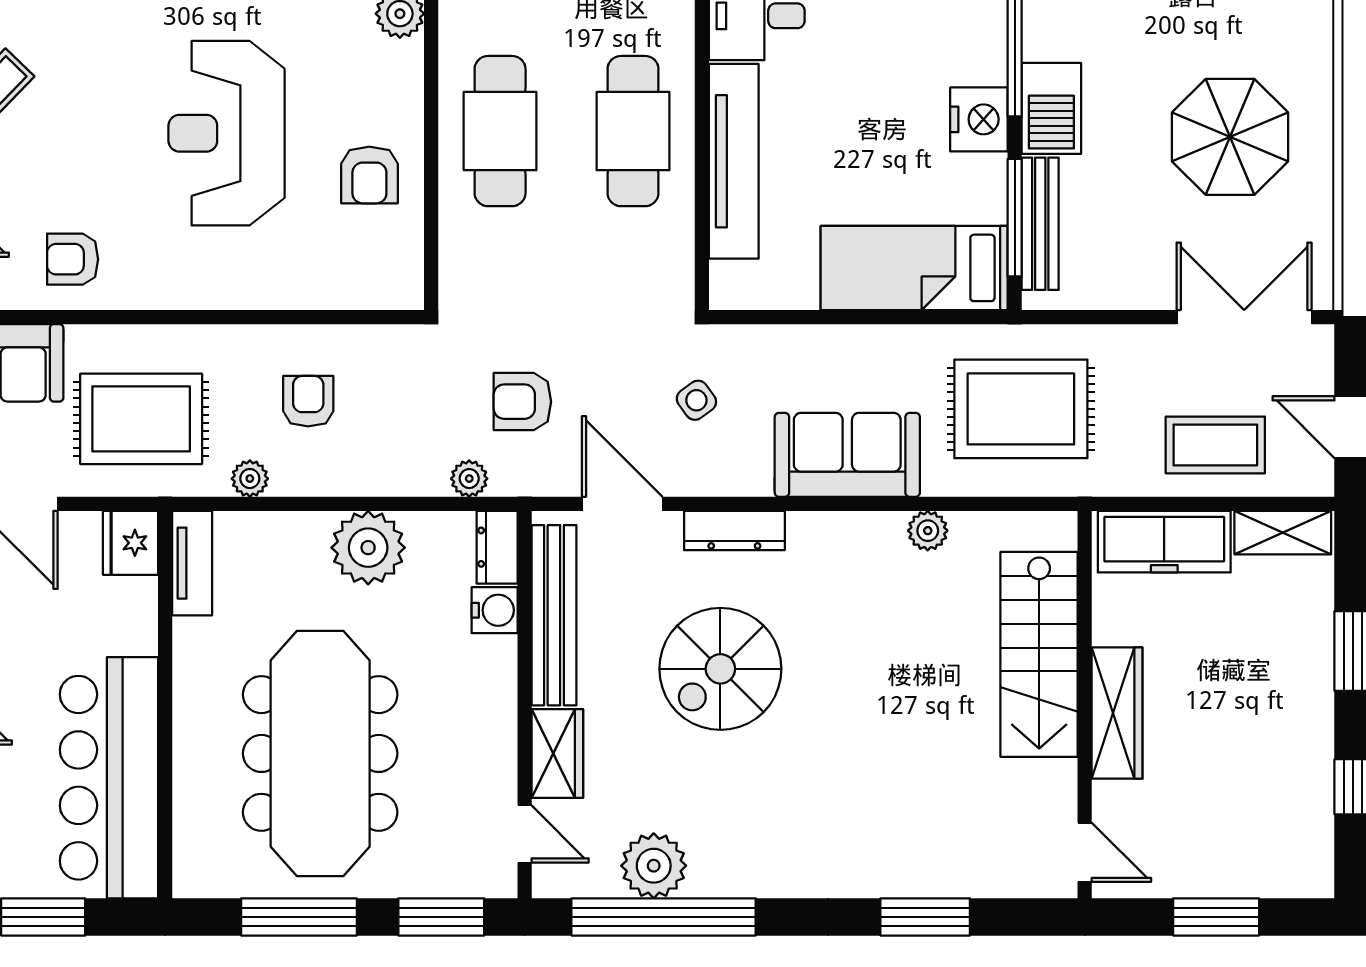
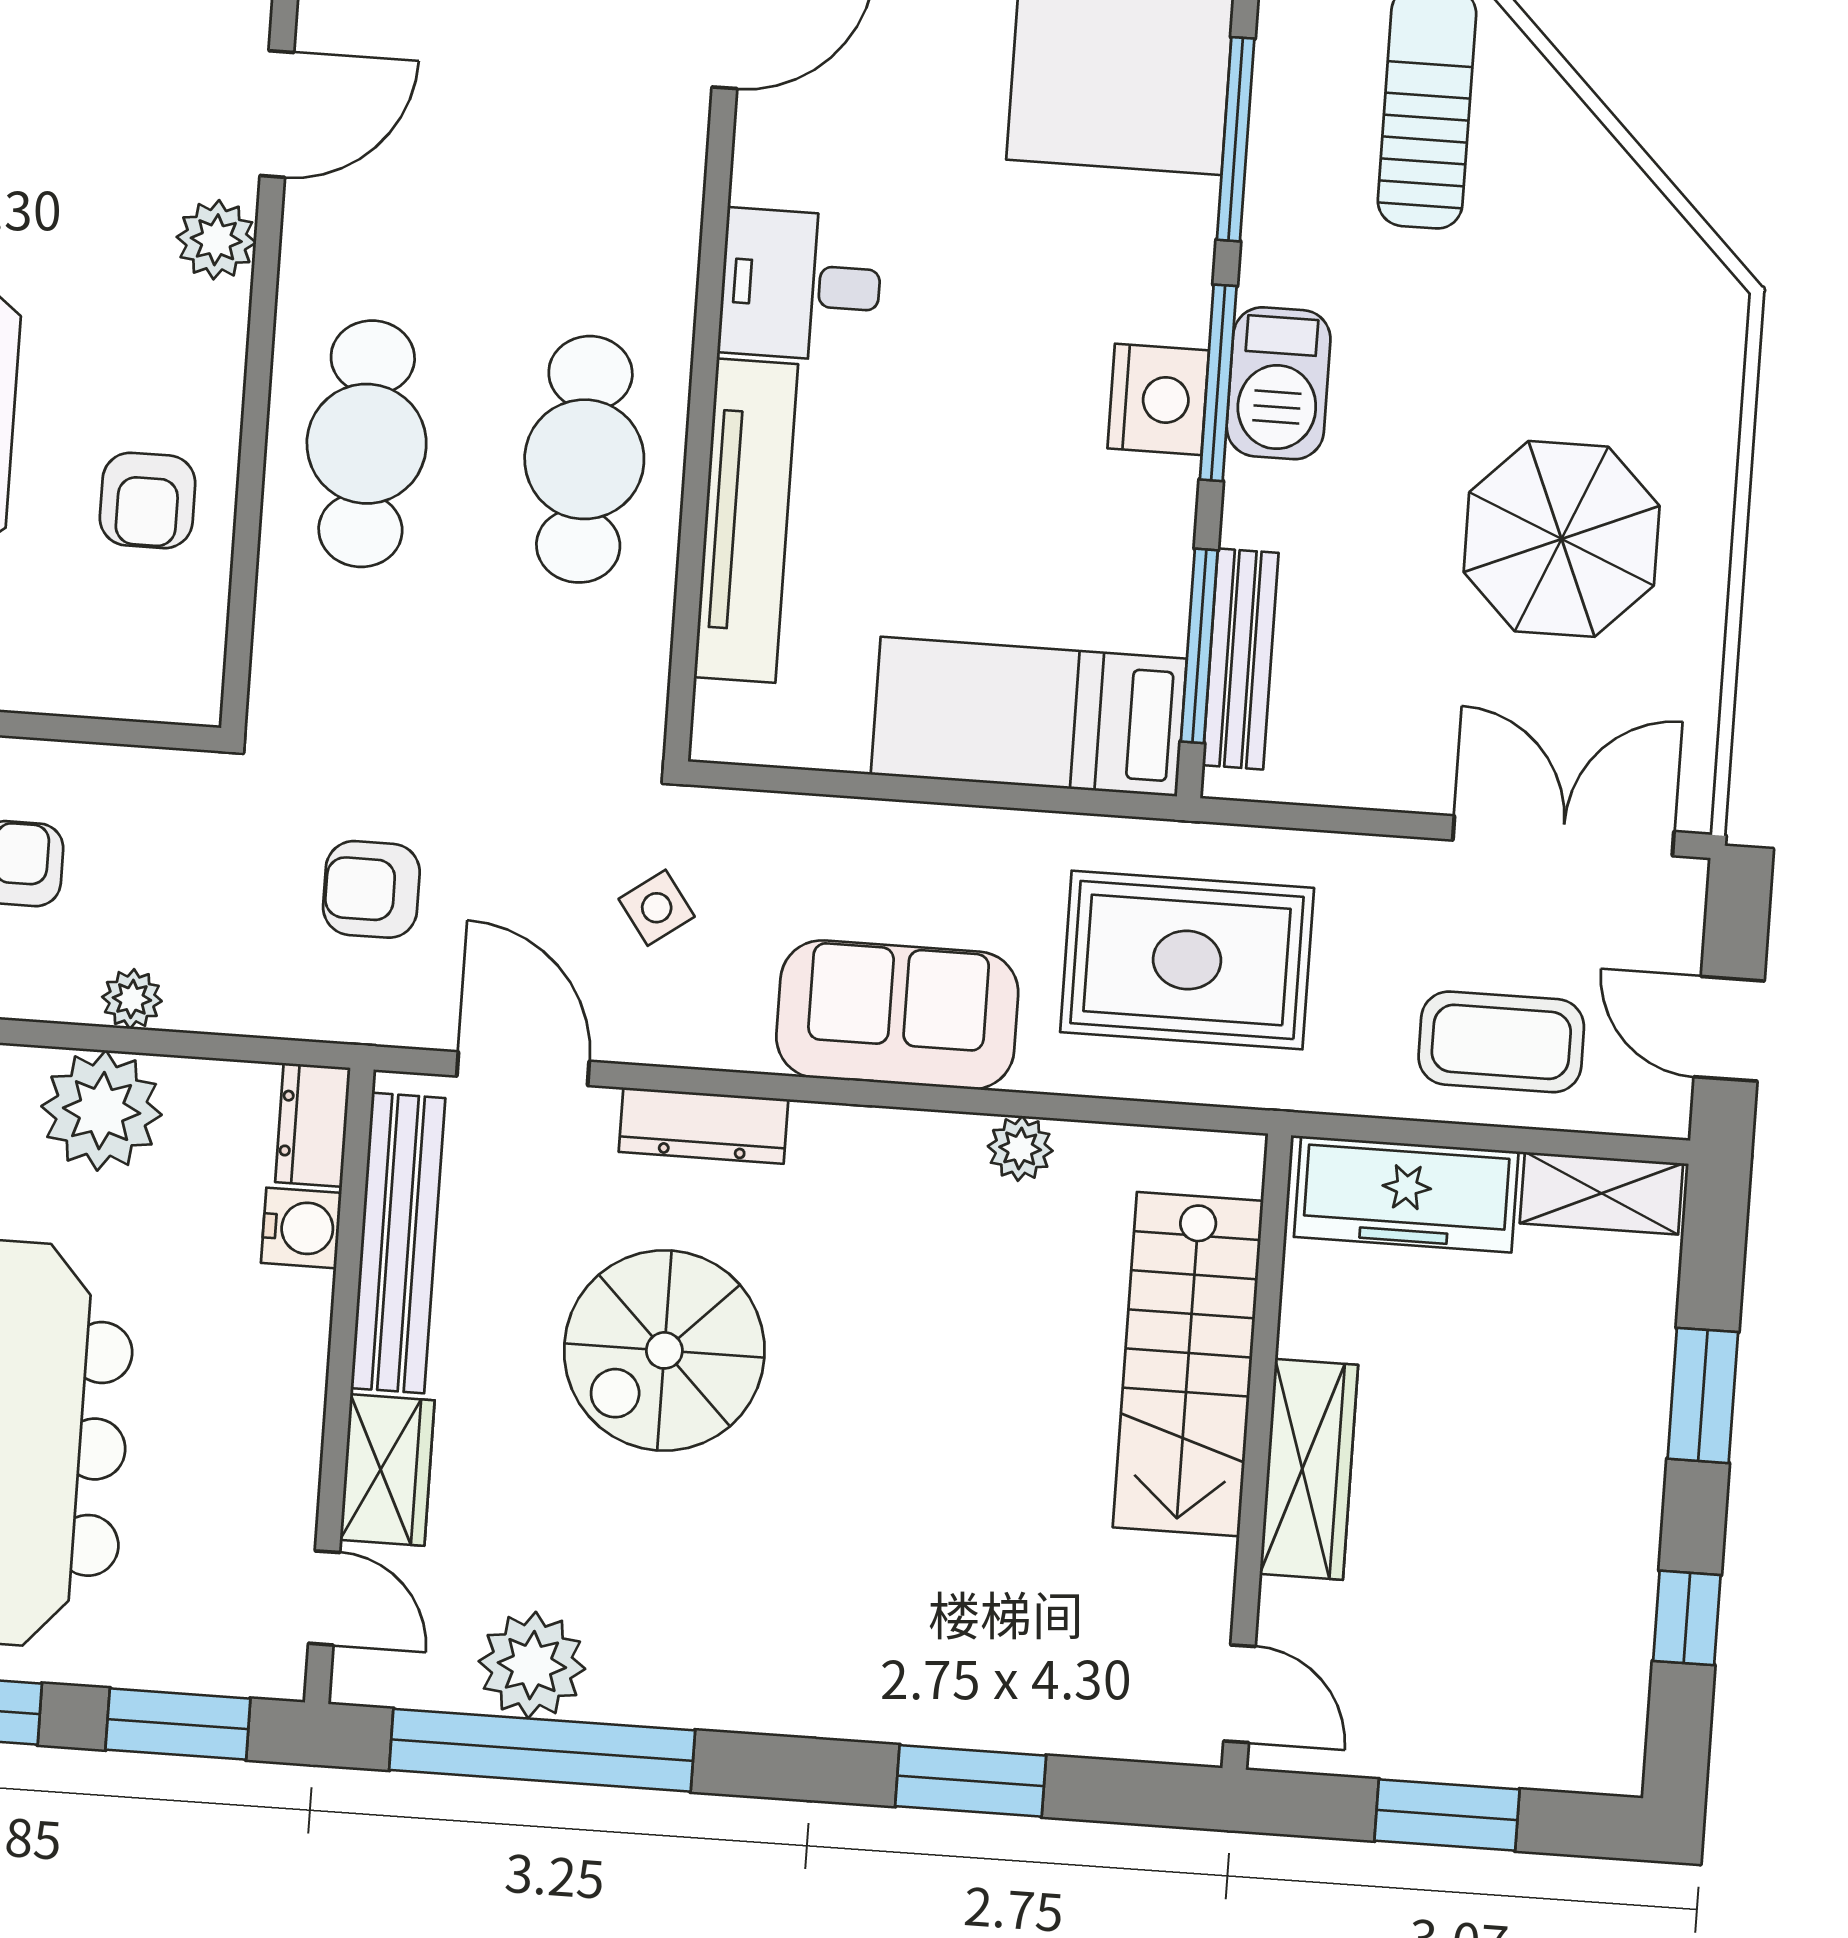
barbecue: (1051, 108) -> (1279, 383), moved
nightstand: (979, 119) -> (1158, 399), moved
plant: (469, 479) -> (132, 999), moved

